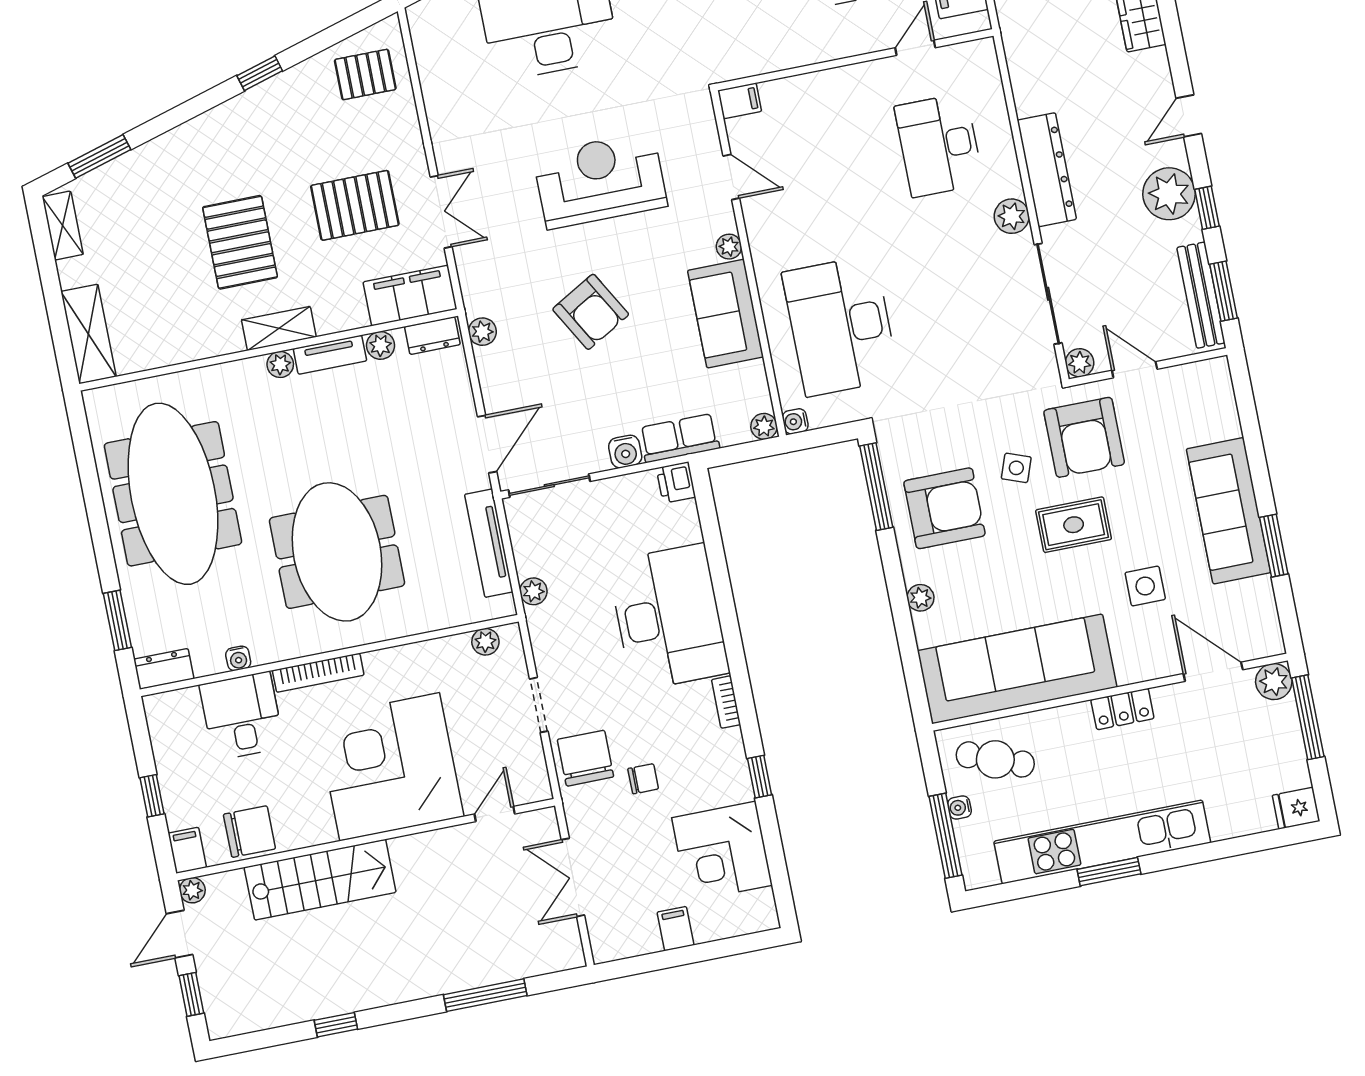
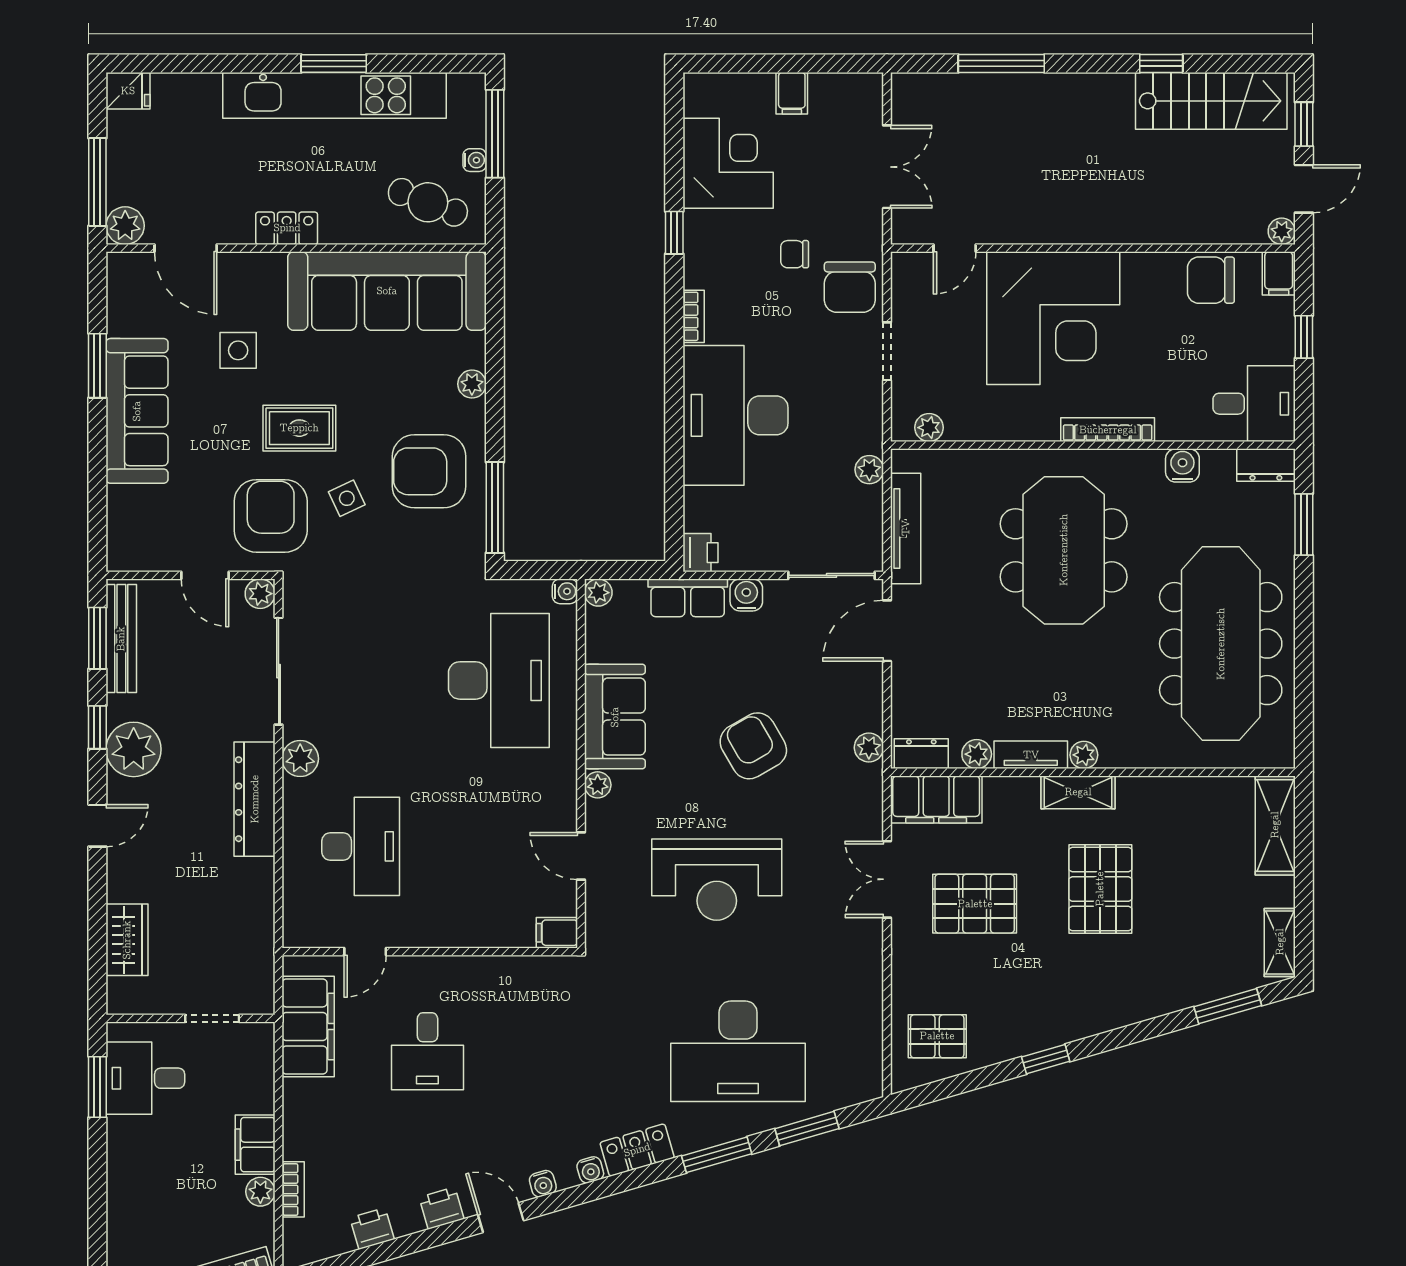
side table: (1016, 468) -> (347, 498), turned 45
water cooler: (238, 658) -> (1182, 465), width x1.38, depth x1.38
desk: (242, 716) -> (1254, 404), moved, turned -90
stairs: (320, 880) -> (1211, 101), moved, turned 180

